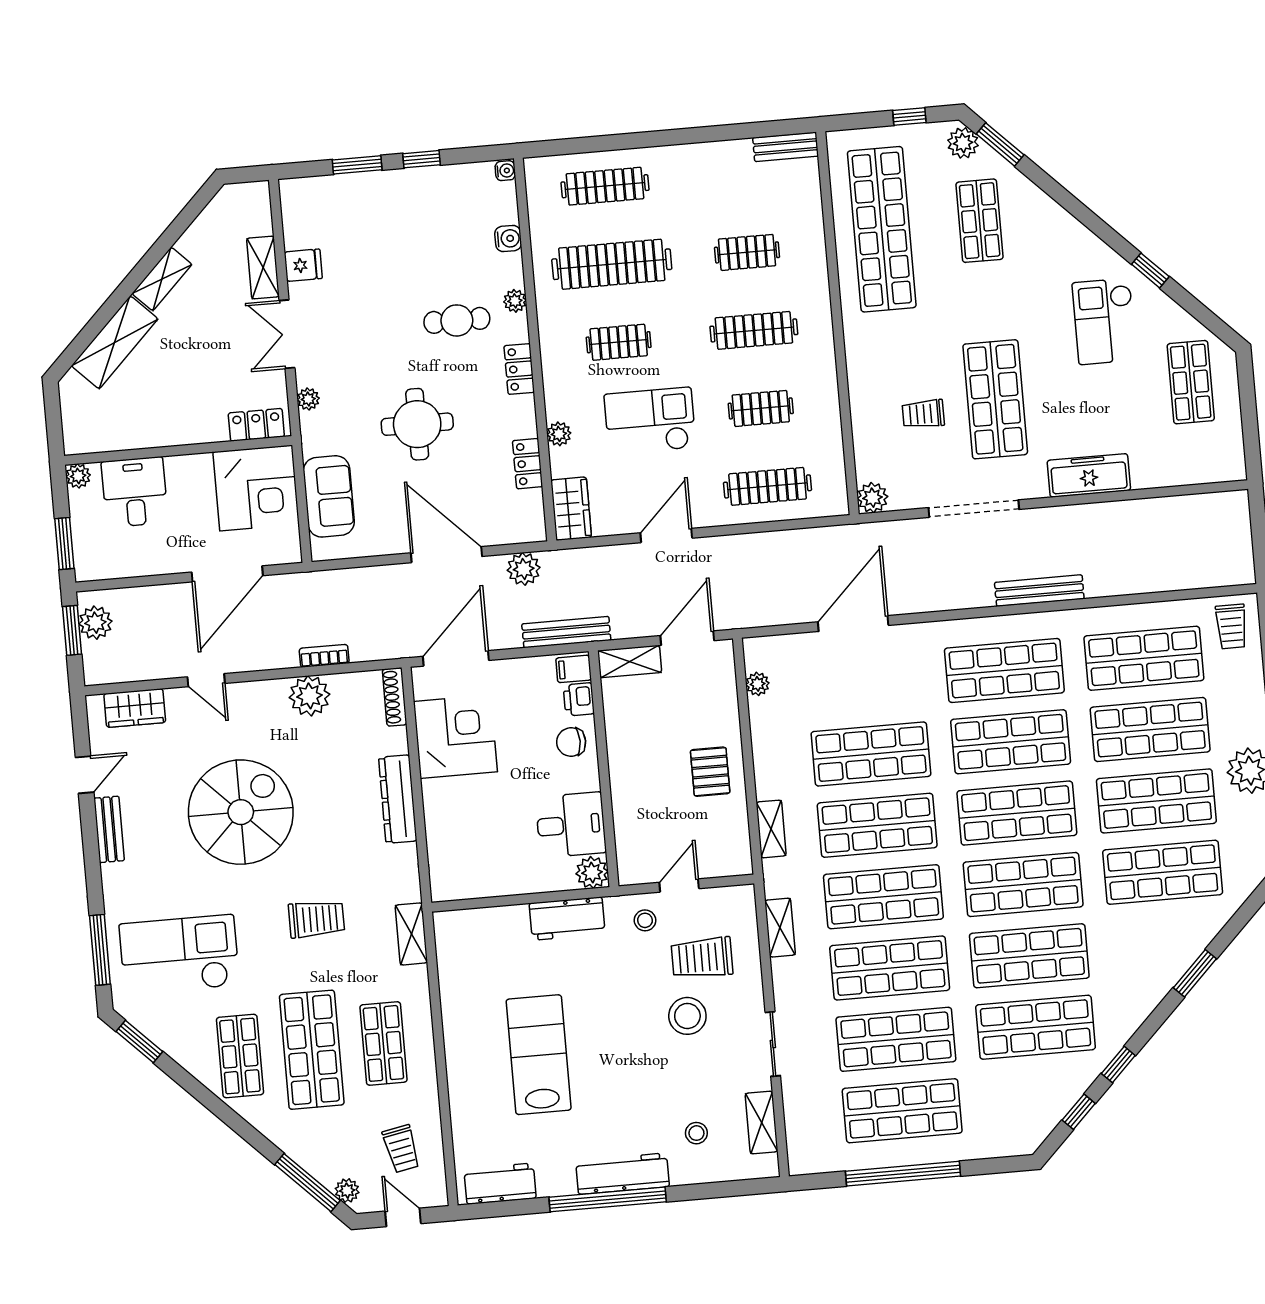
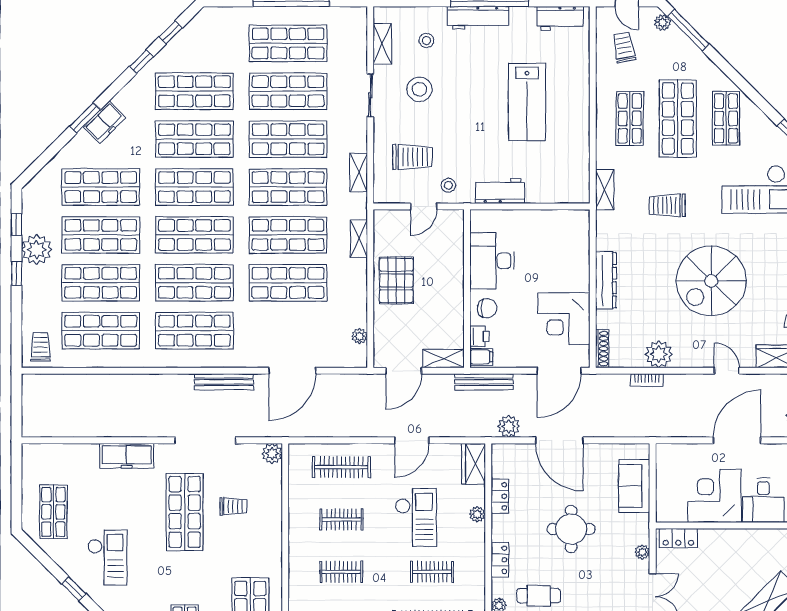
clothes rail: (754, 330) -> (341, 572), width x0.73
checkout: (650, 421) -> (416, 518), turned -90
corner desk: (256, 488) -> (715, 496), moved
door: (227, 574) -> (737, 440), moved
bench: (1039, 591) -> (224, 382), moved
pallet: (710, 772) -> (396, 280), width x1.50, depth x1.42
desk: (571, 825) -> (492, 261), width x1.37
plant: (592, 872) -> (481, 220), removed
freezer: (1165, 969) -> (104, 122), added
stool: (687, 1016) -> (419, 89), moved

